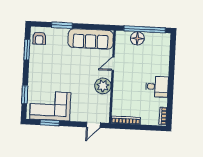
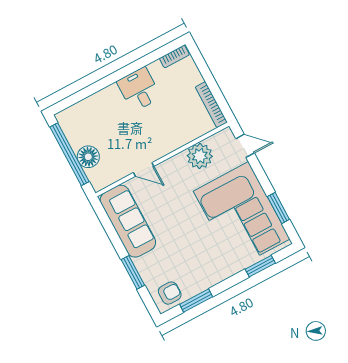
plant: (103, 86) -> (200, 156), moved
corner sofa: (50, 106) -> (242, 215), width x1.36, depth x1.36

